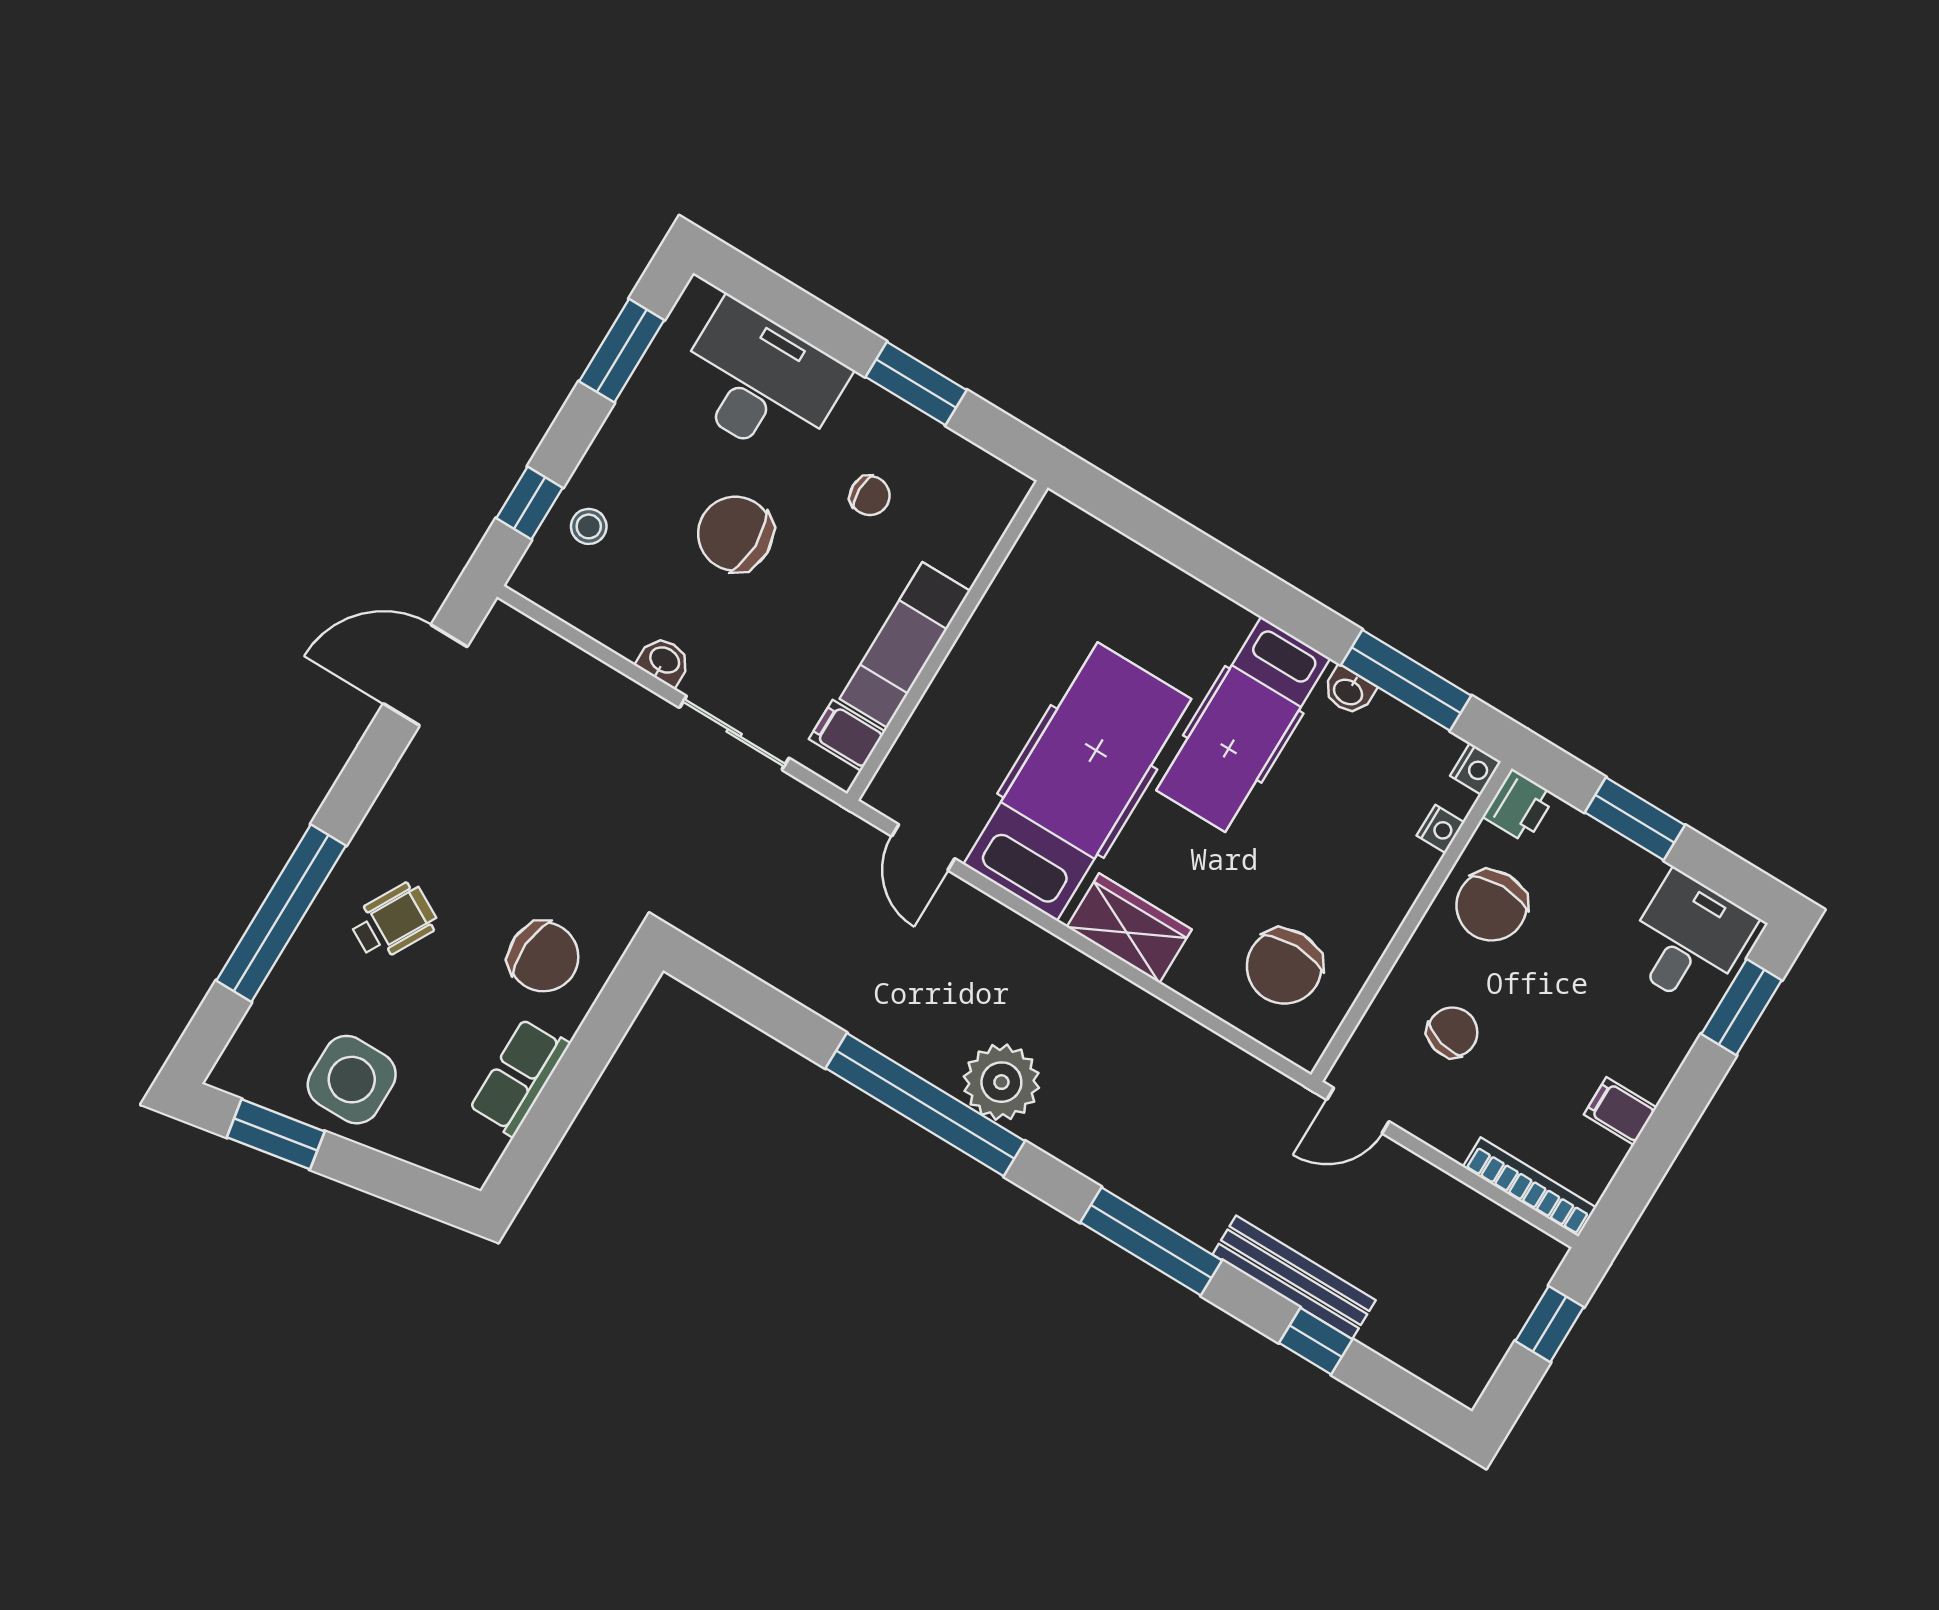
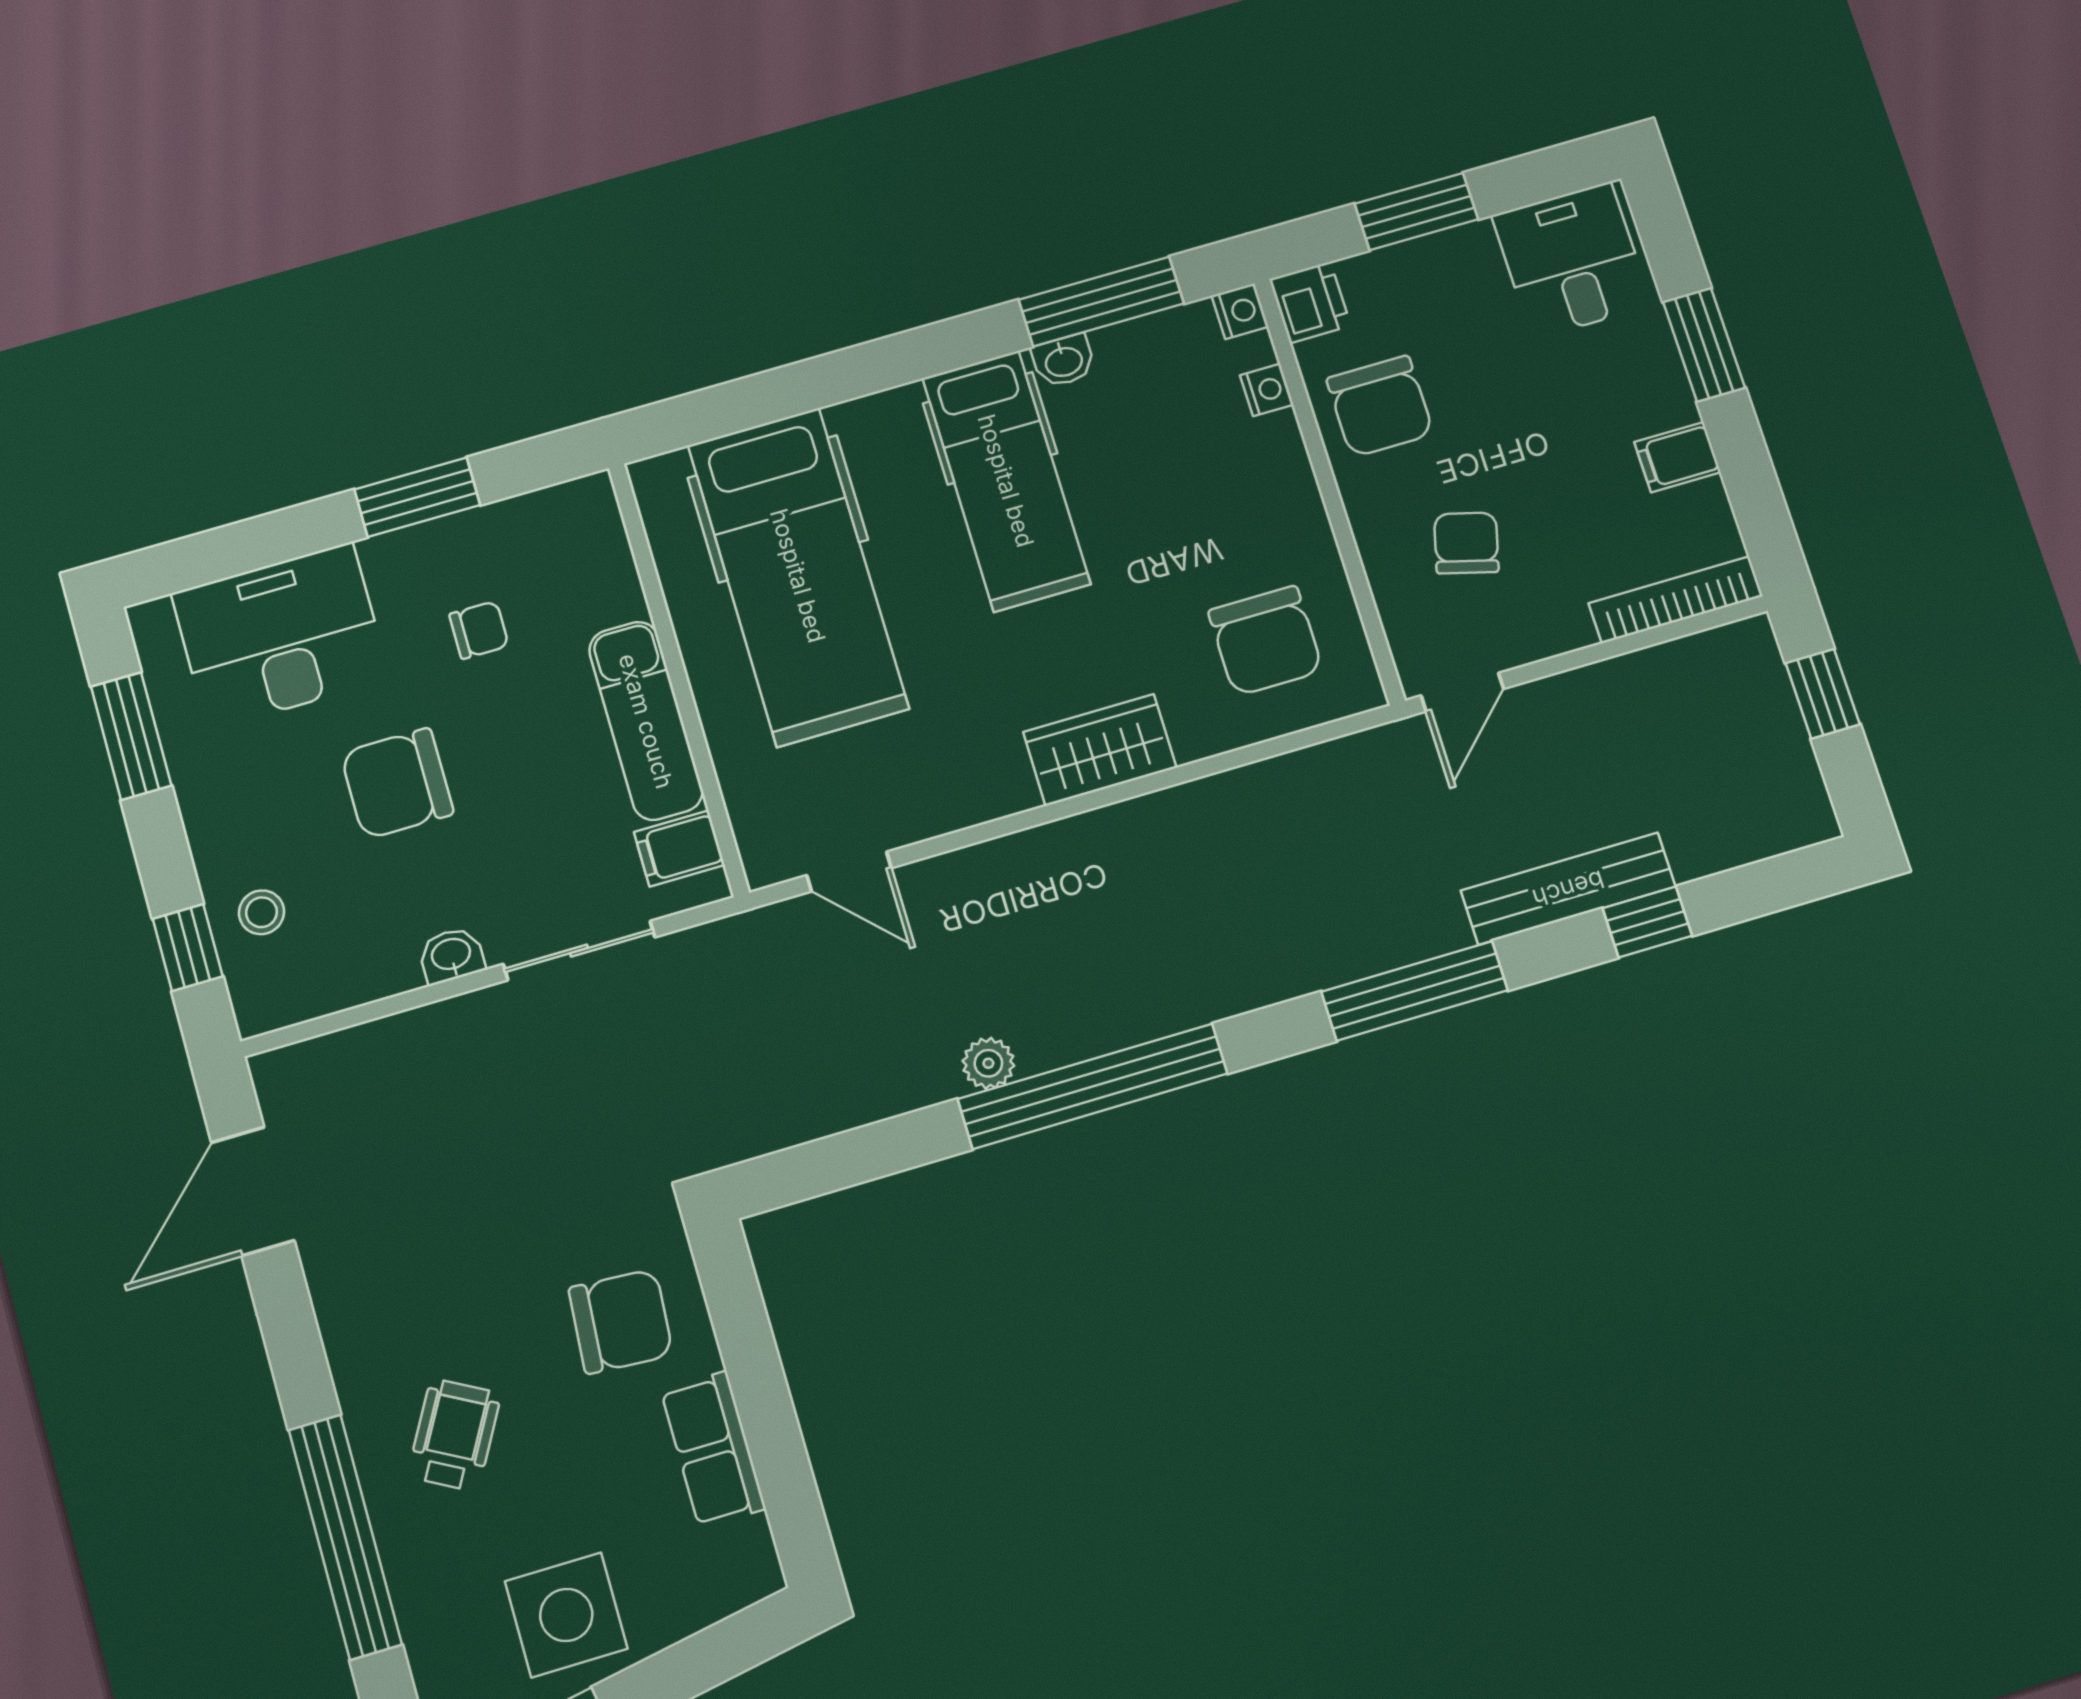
hospital bed: (1077, 782) -> (798, 576), moved, turned 180
window: (1742, 1007) -> (1704, 345), moved
plant: (1001, 1082) -> (988, 1063), moved, width x0.53, depth x0.53

